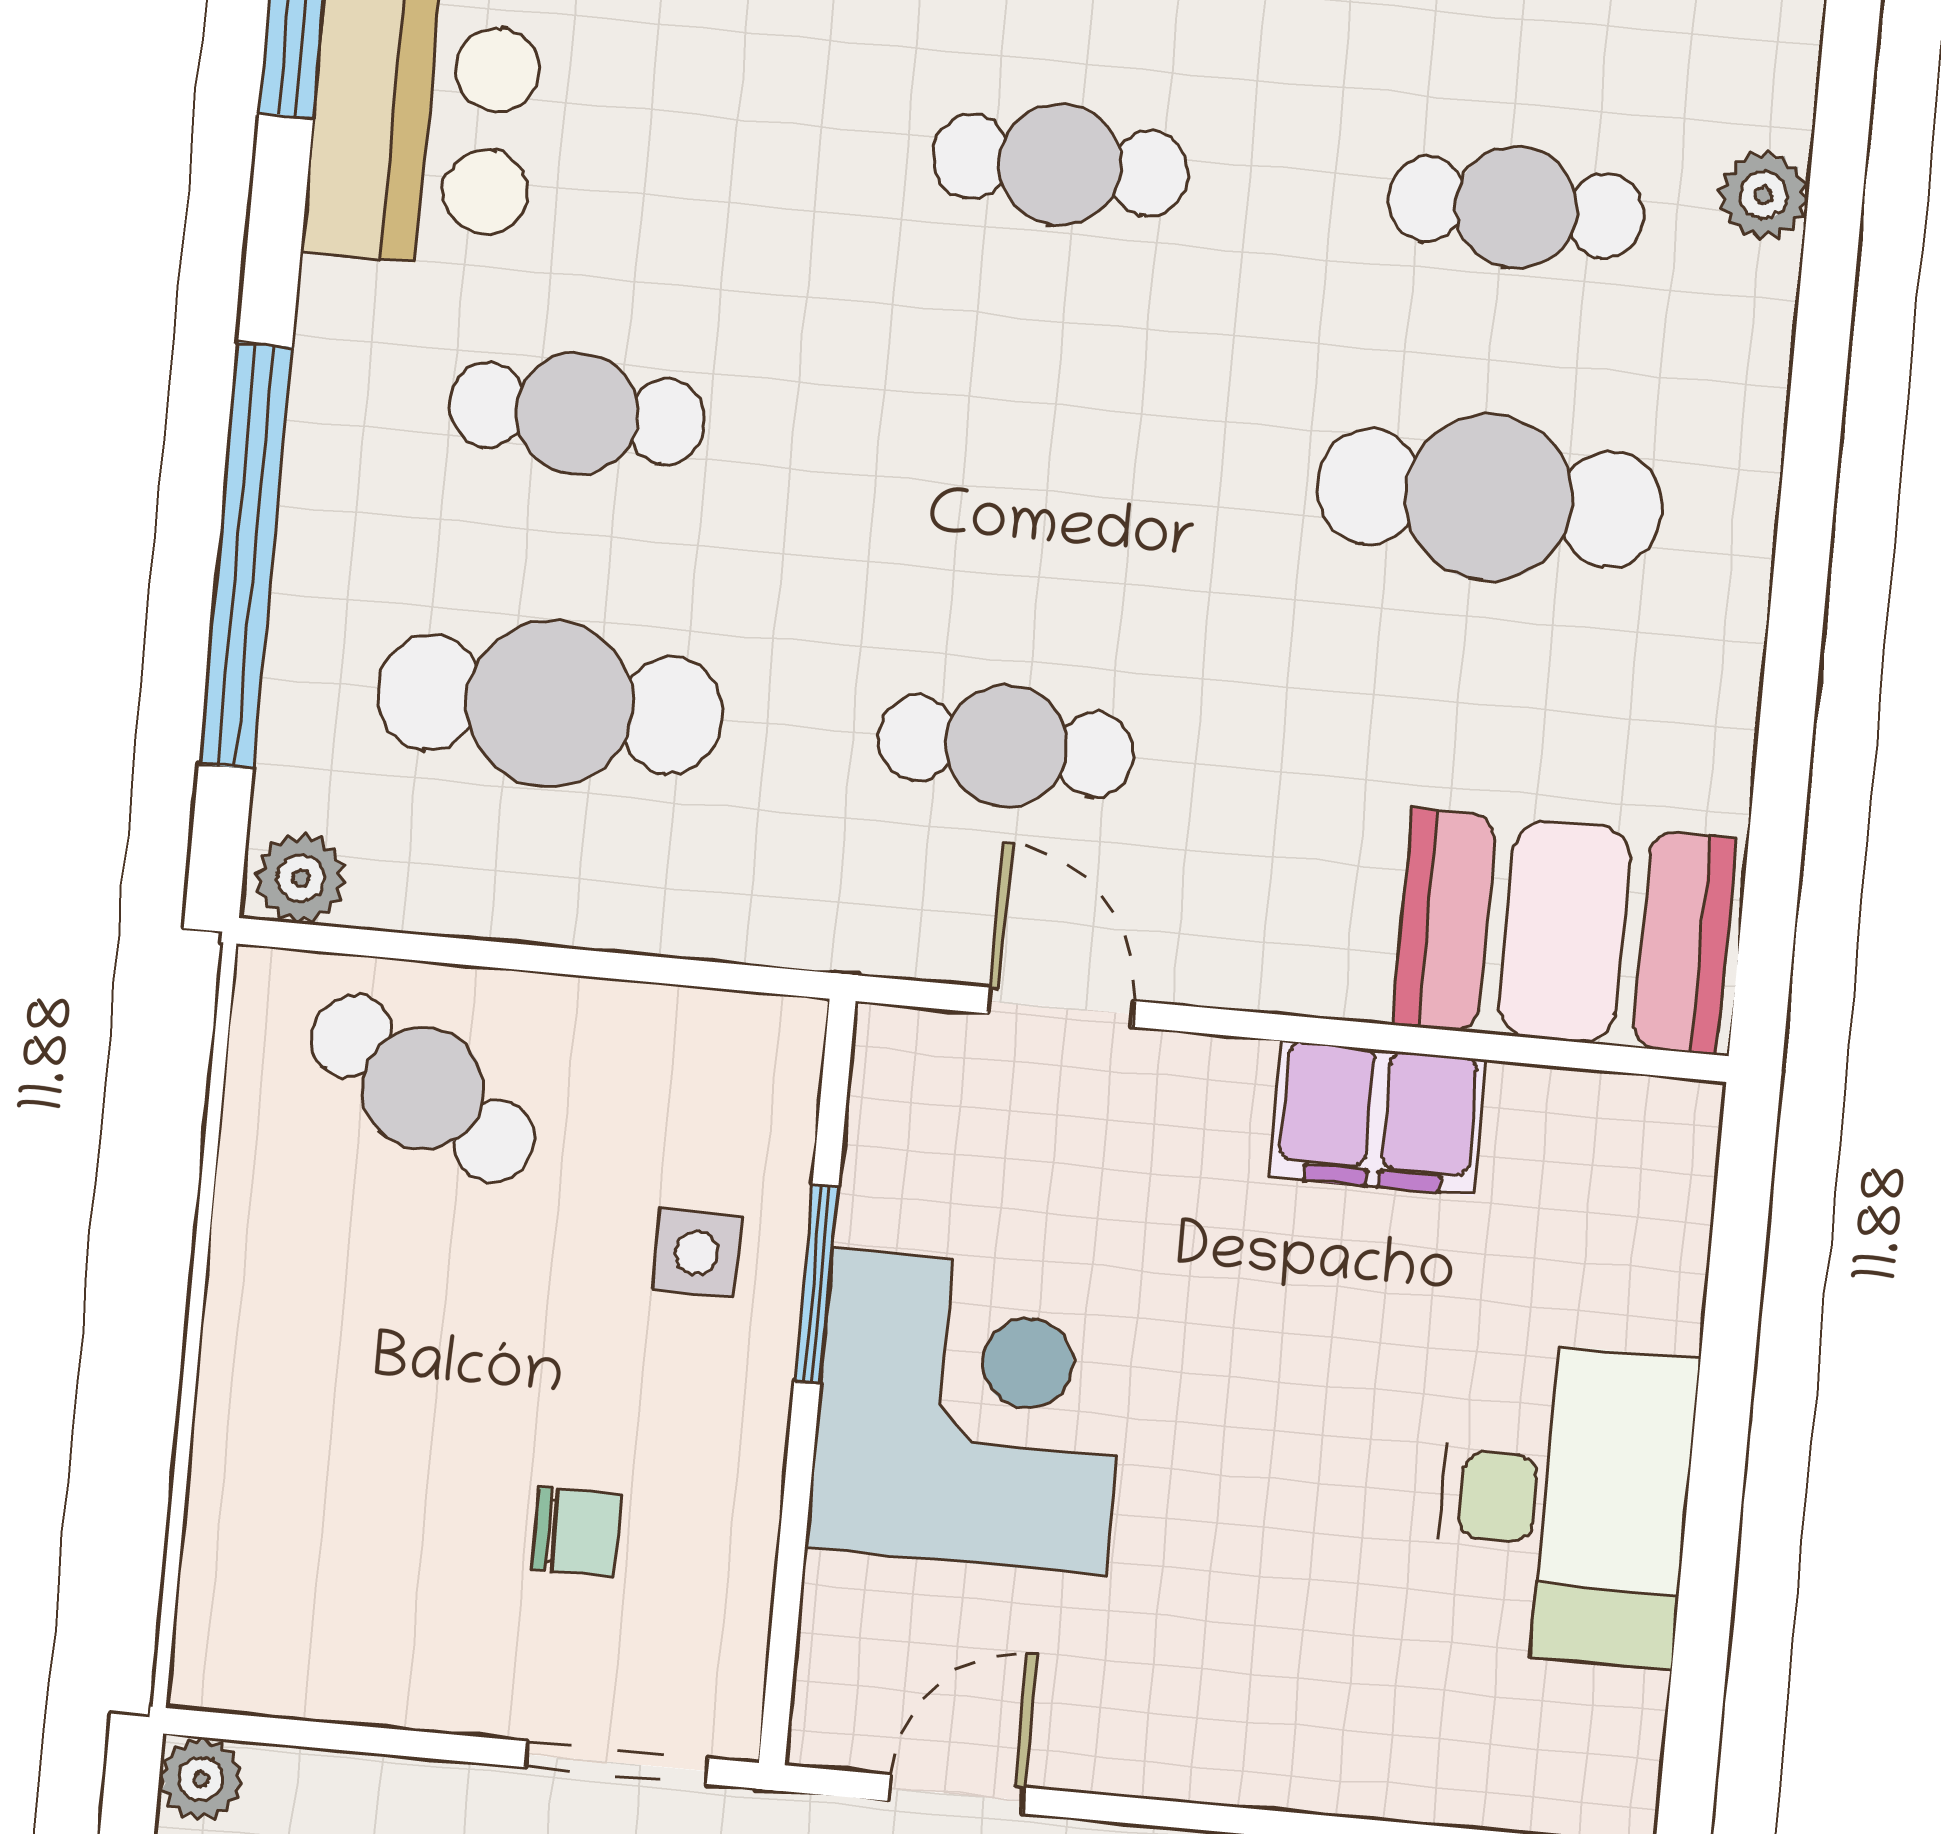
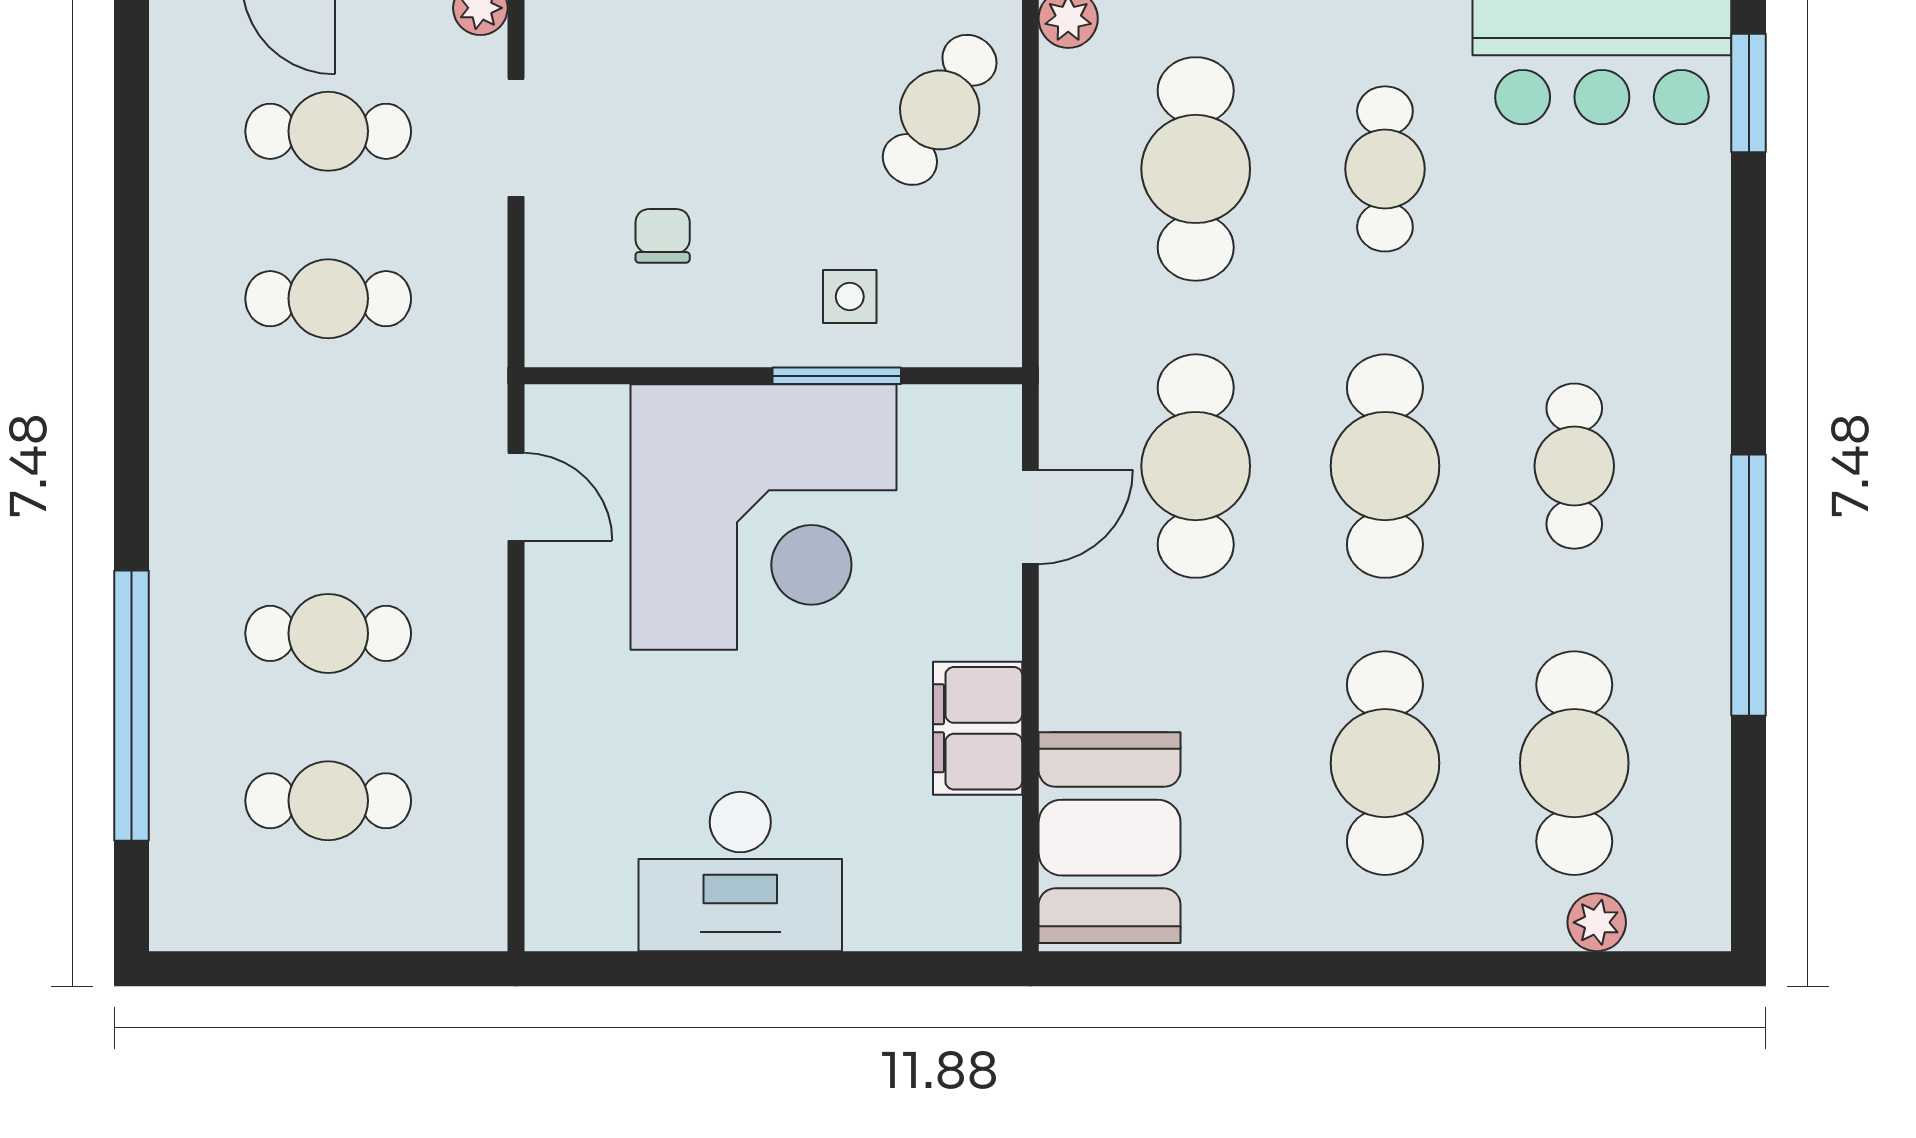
cafe table: (1516, 207) -> (1574, 763), width x1.37, depth x1.35
cafe table: (1033, 456) -> (1385, 466), added
cafe table: (1006, 746) -> (1196, 466), width x1.37, depth x1.35
corner desk: (969, 1412) -> (764, 517), width x1.36, depth x1.36
chair: (577, 1532) -> (663, 236), turned 180
doorway: (616, 1763) -> (516, 138), moved

